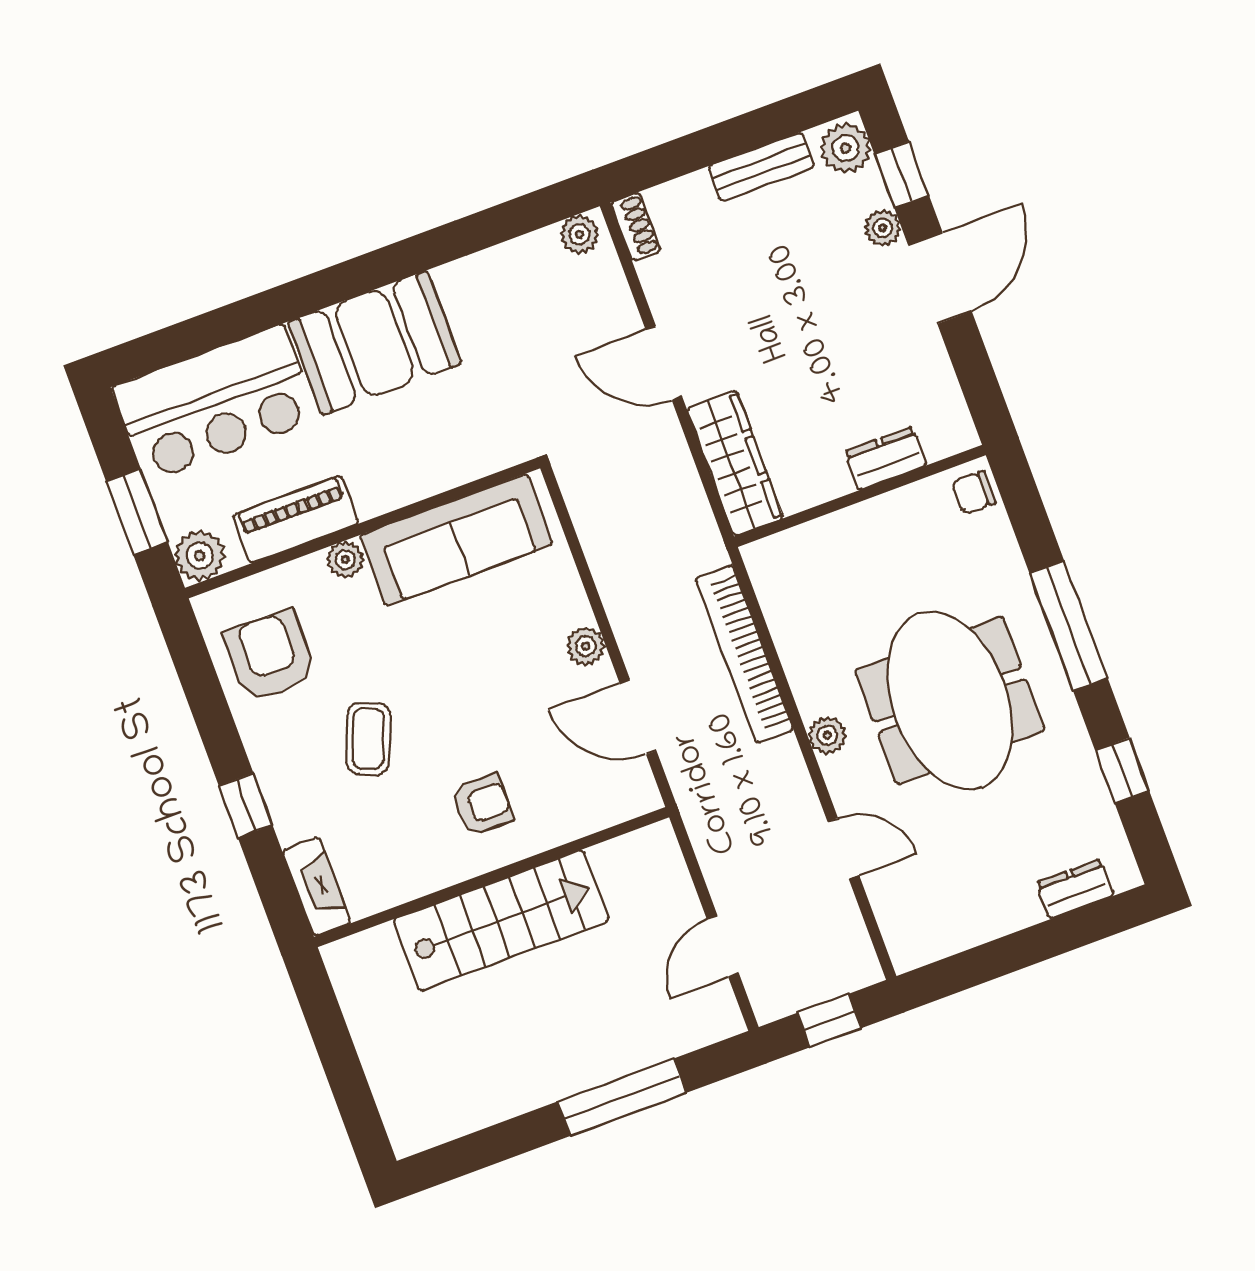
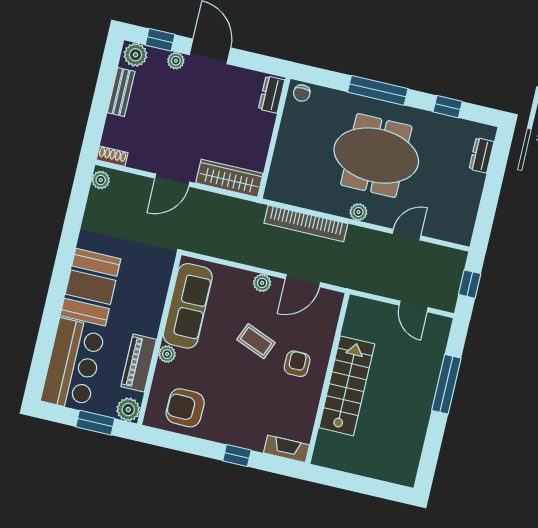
dresser: (886, 458) -> (272, 95), moved
coffee table: (368, 739) -> (256, 341), moved

